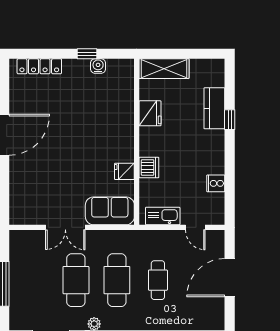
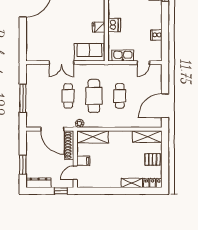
door: (195, 227) -> (143, 63), hinge flipped
door: (230, 278) -> (165, 106), moved
cafe table: (76, 280) -> (68, 96), width x0.73, depth x0.74

